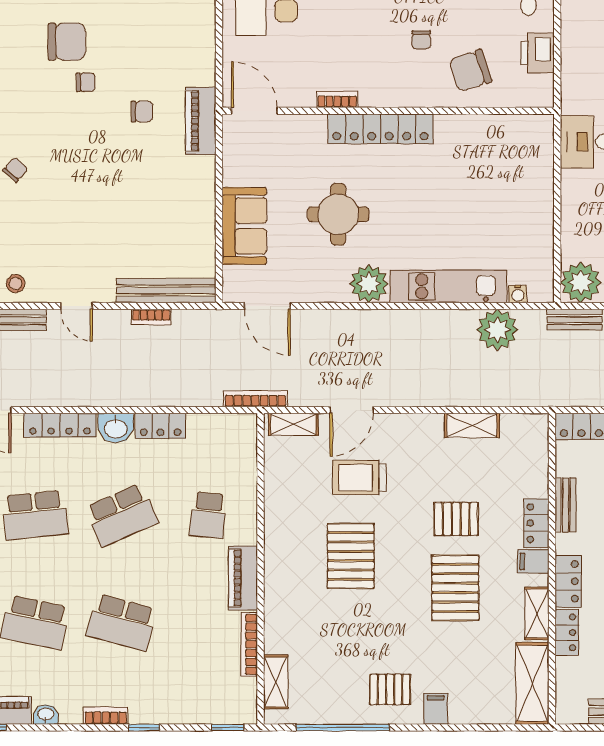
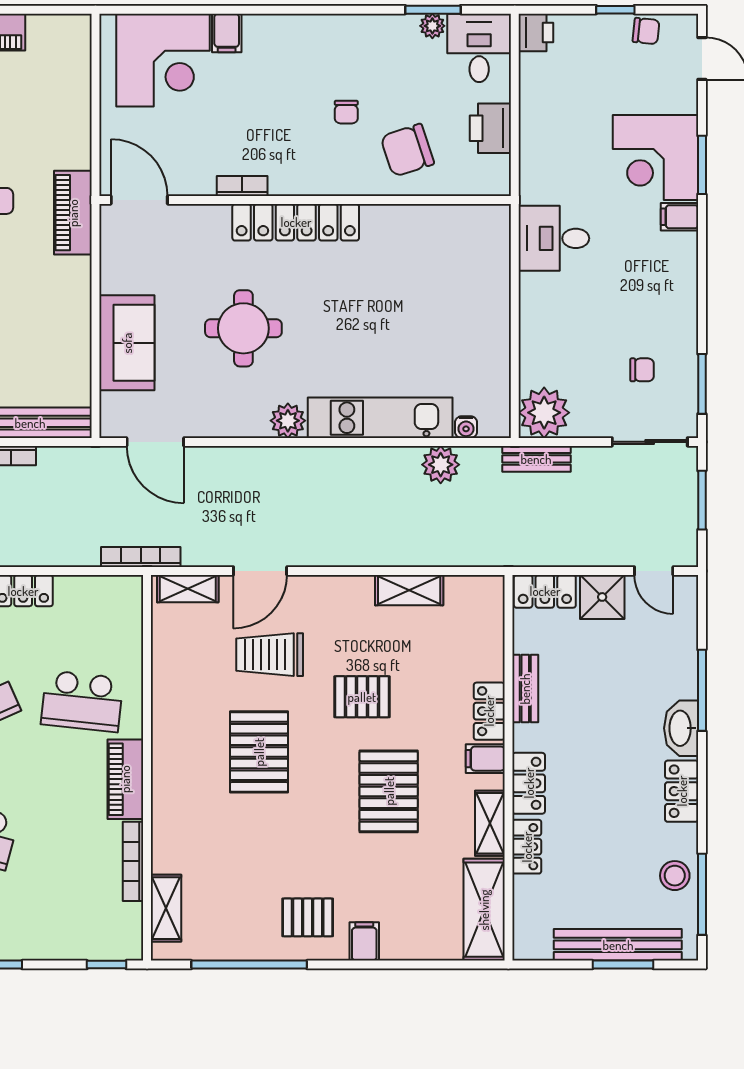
plant: (369, 284) -> (288, 421), width x0.73, depth x0.73
plant: (497, 330) -> (441, 465), width x0.73, depth x0.73
school desk: (208, 515) -> (82, 701), width x1.85
pallet: (456, 519) -> (362, 697), moved

